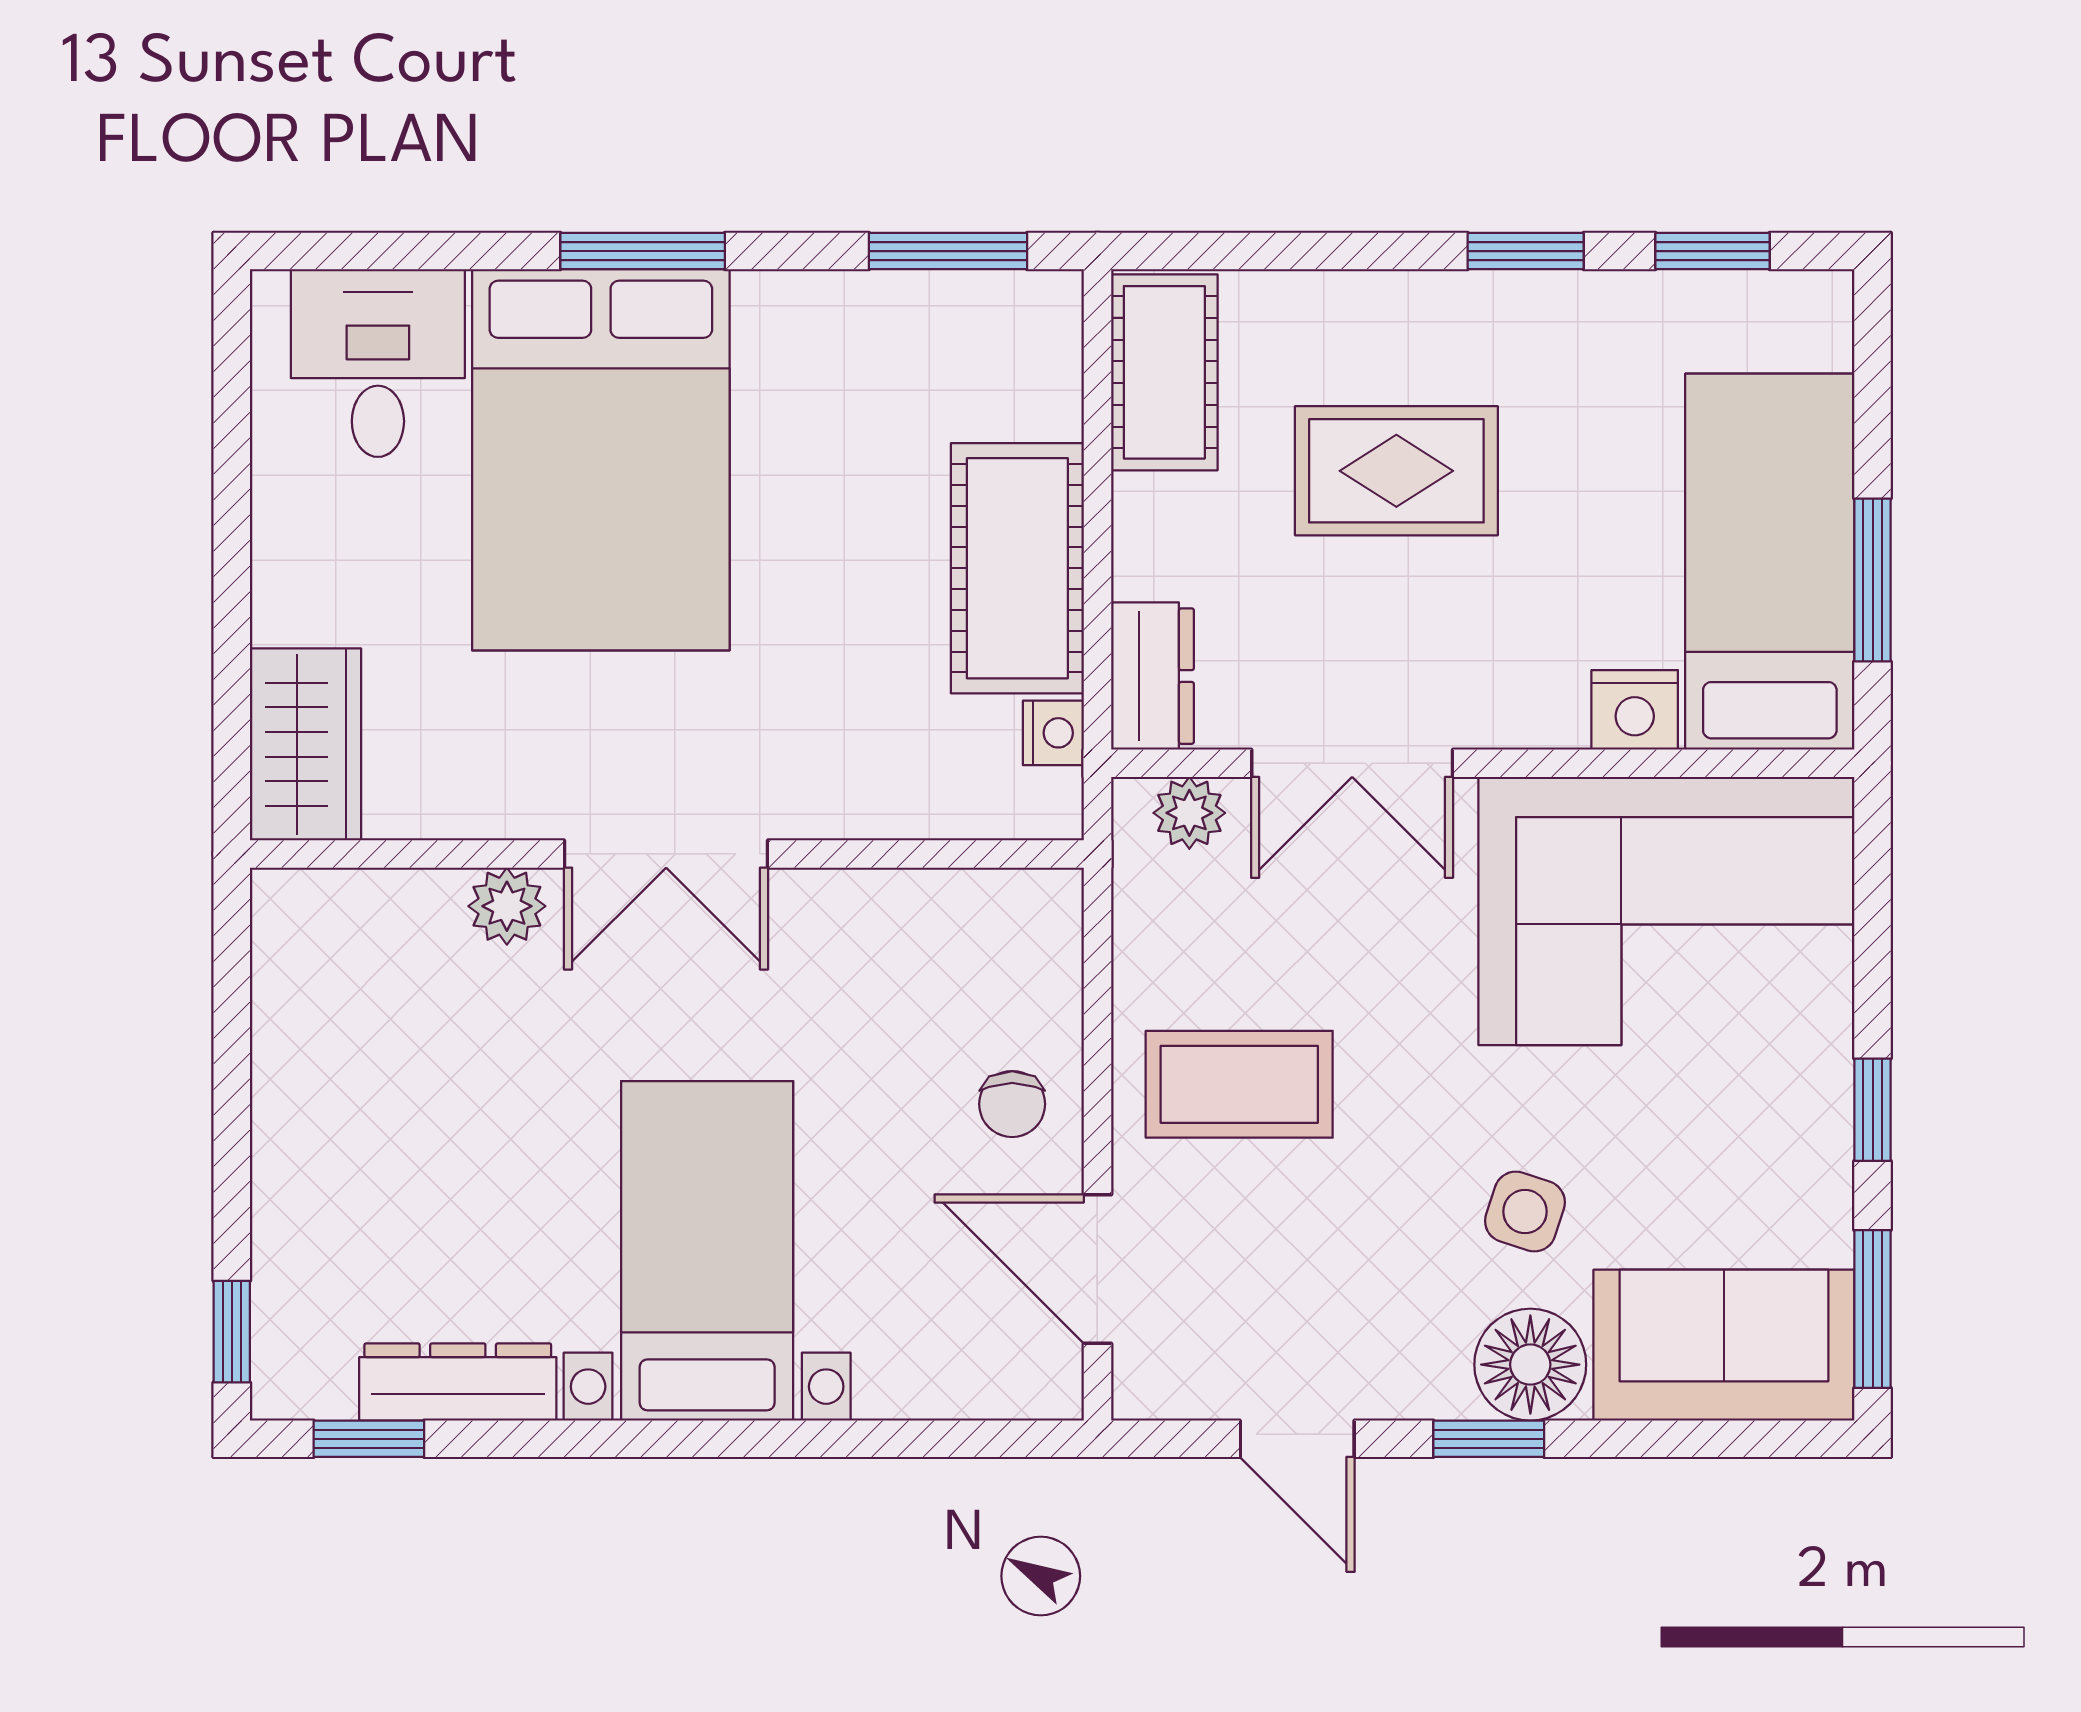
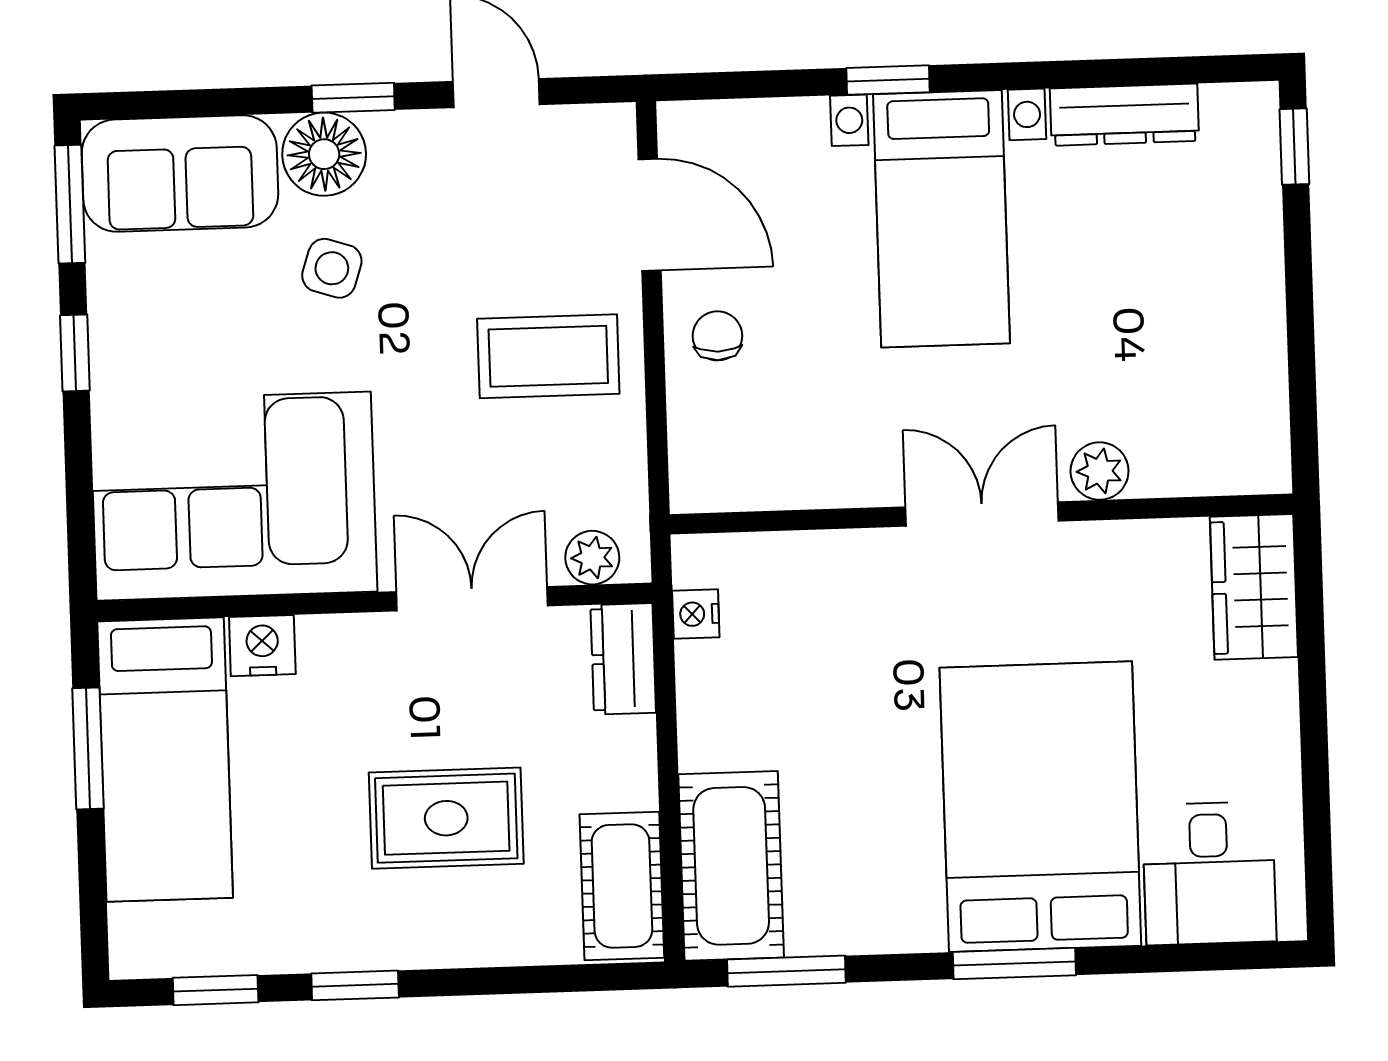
cot: (1017, 568) -> (731, 866), moved
window: (369, 1439) -> (888, 80), moved

